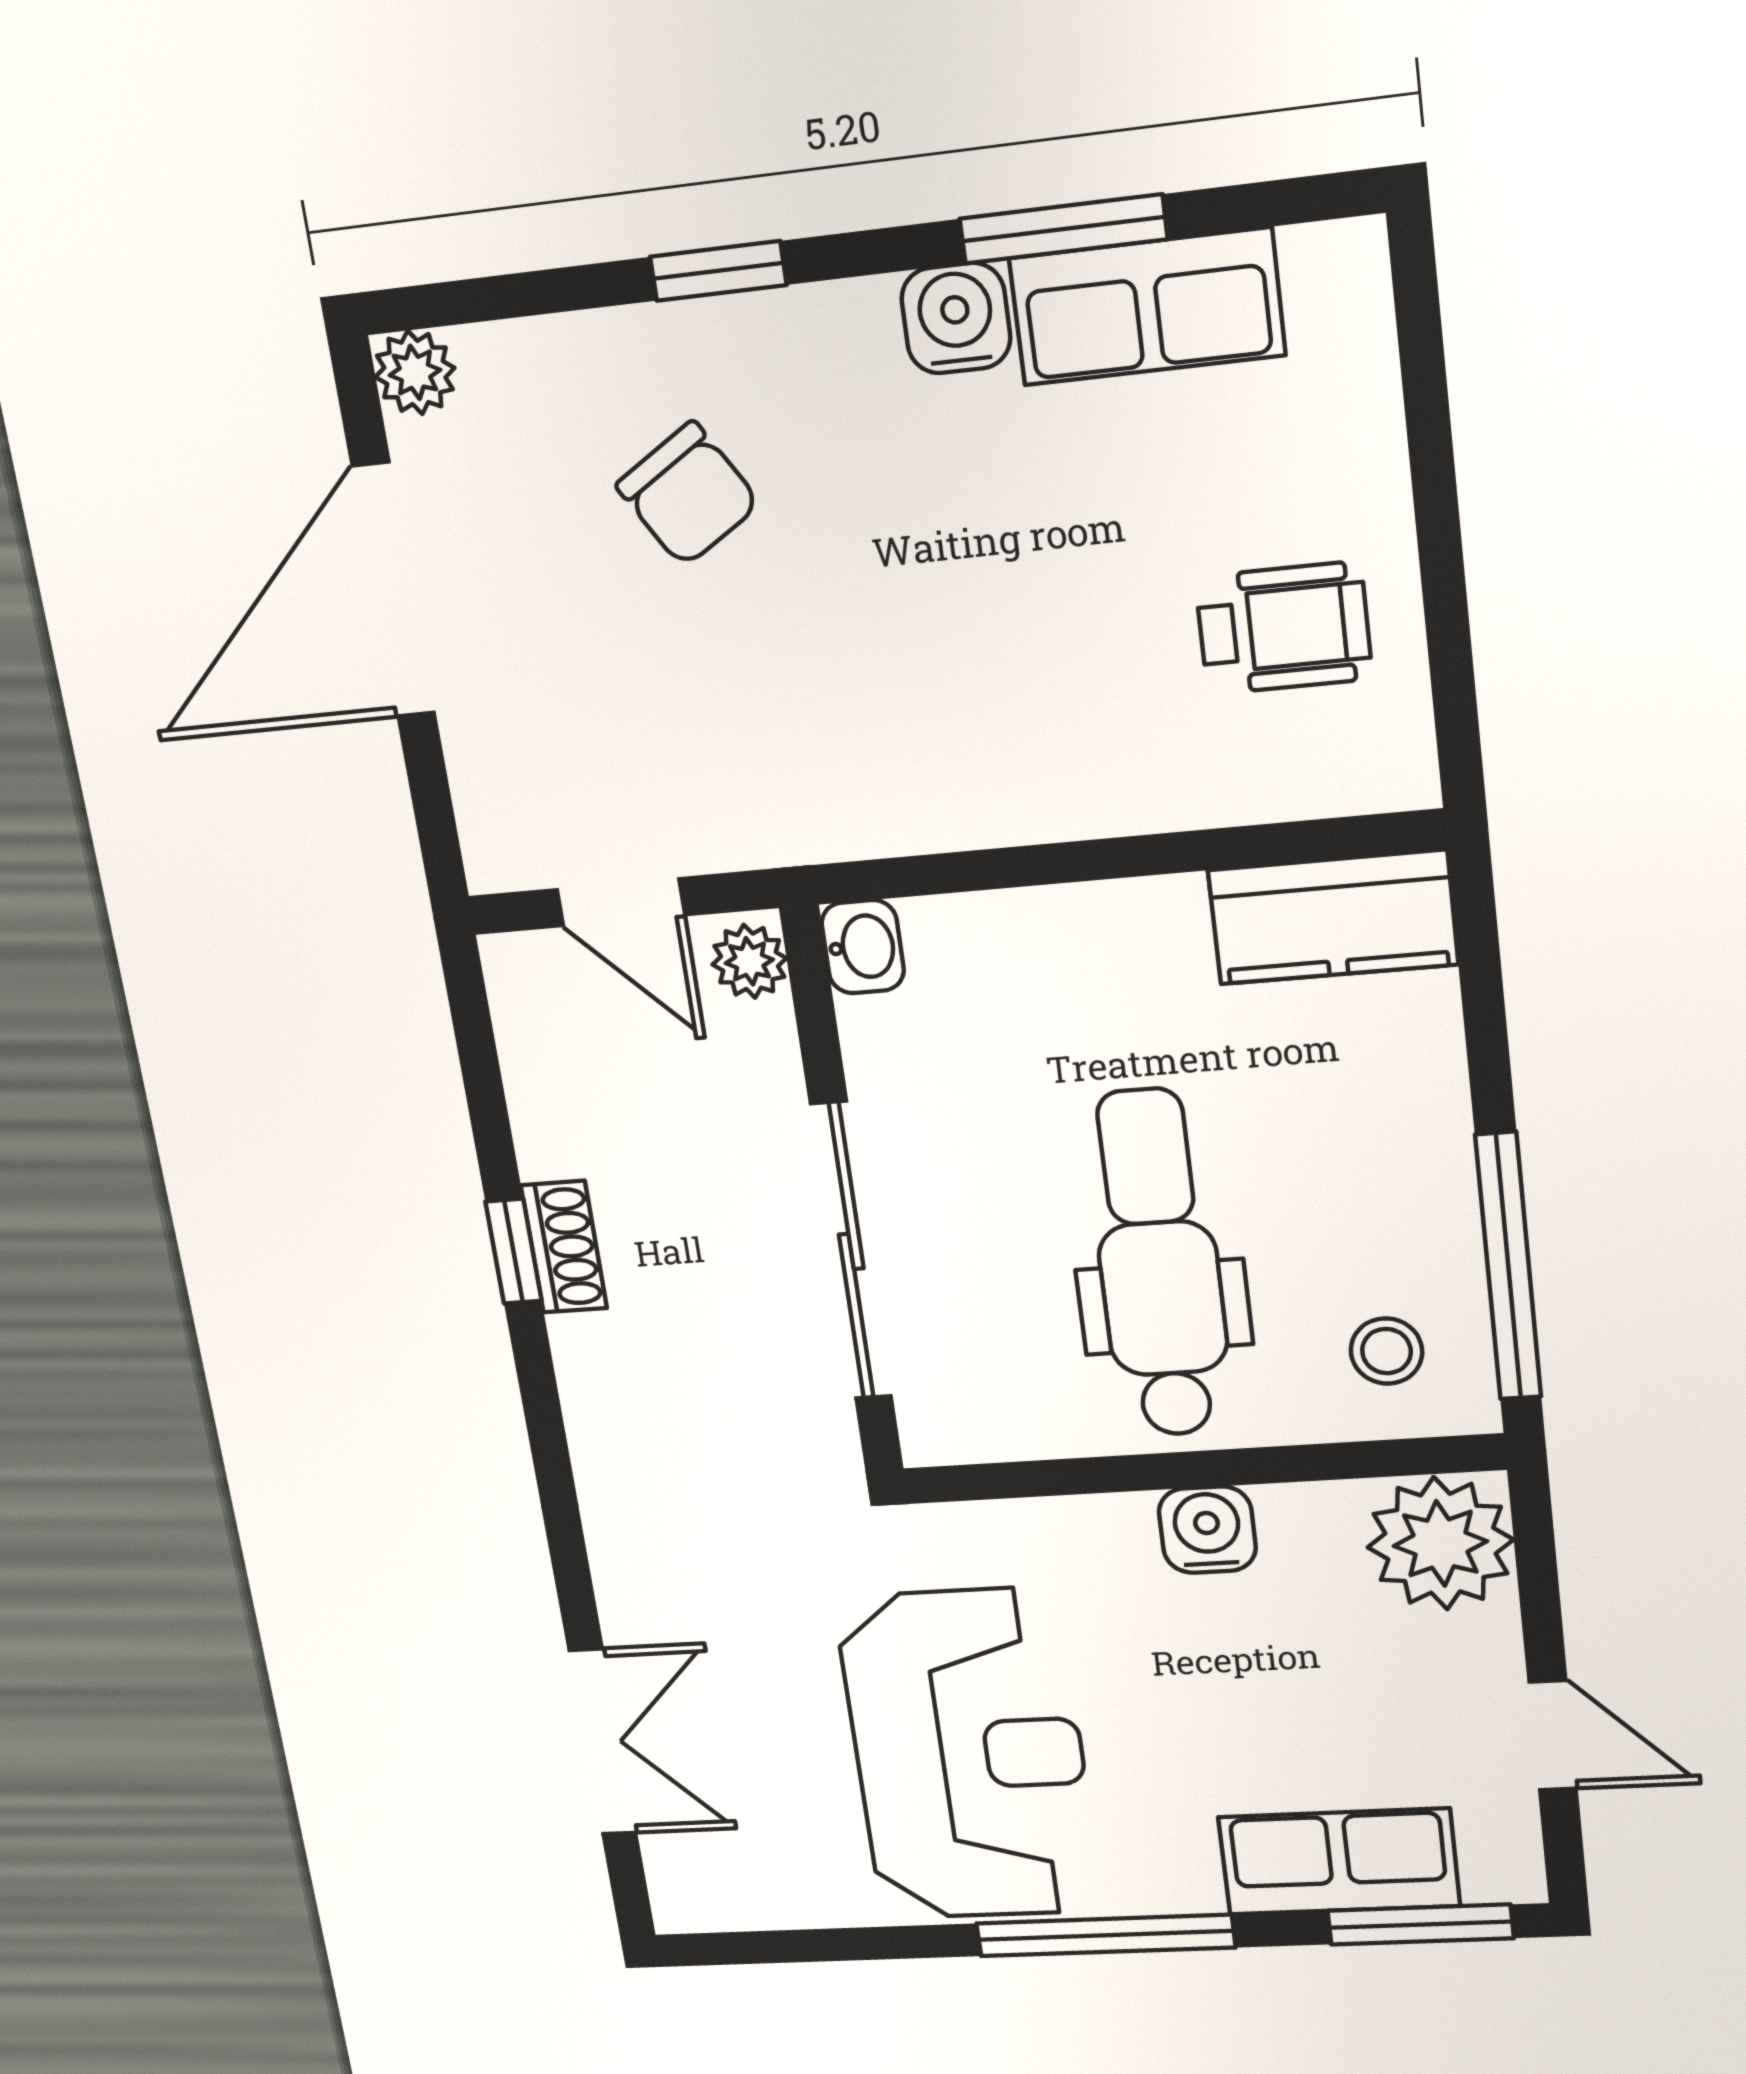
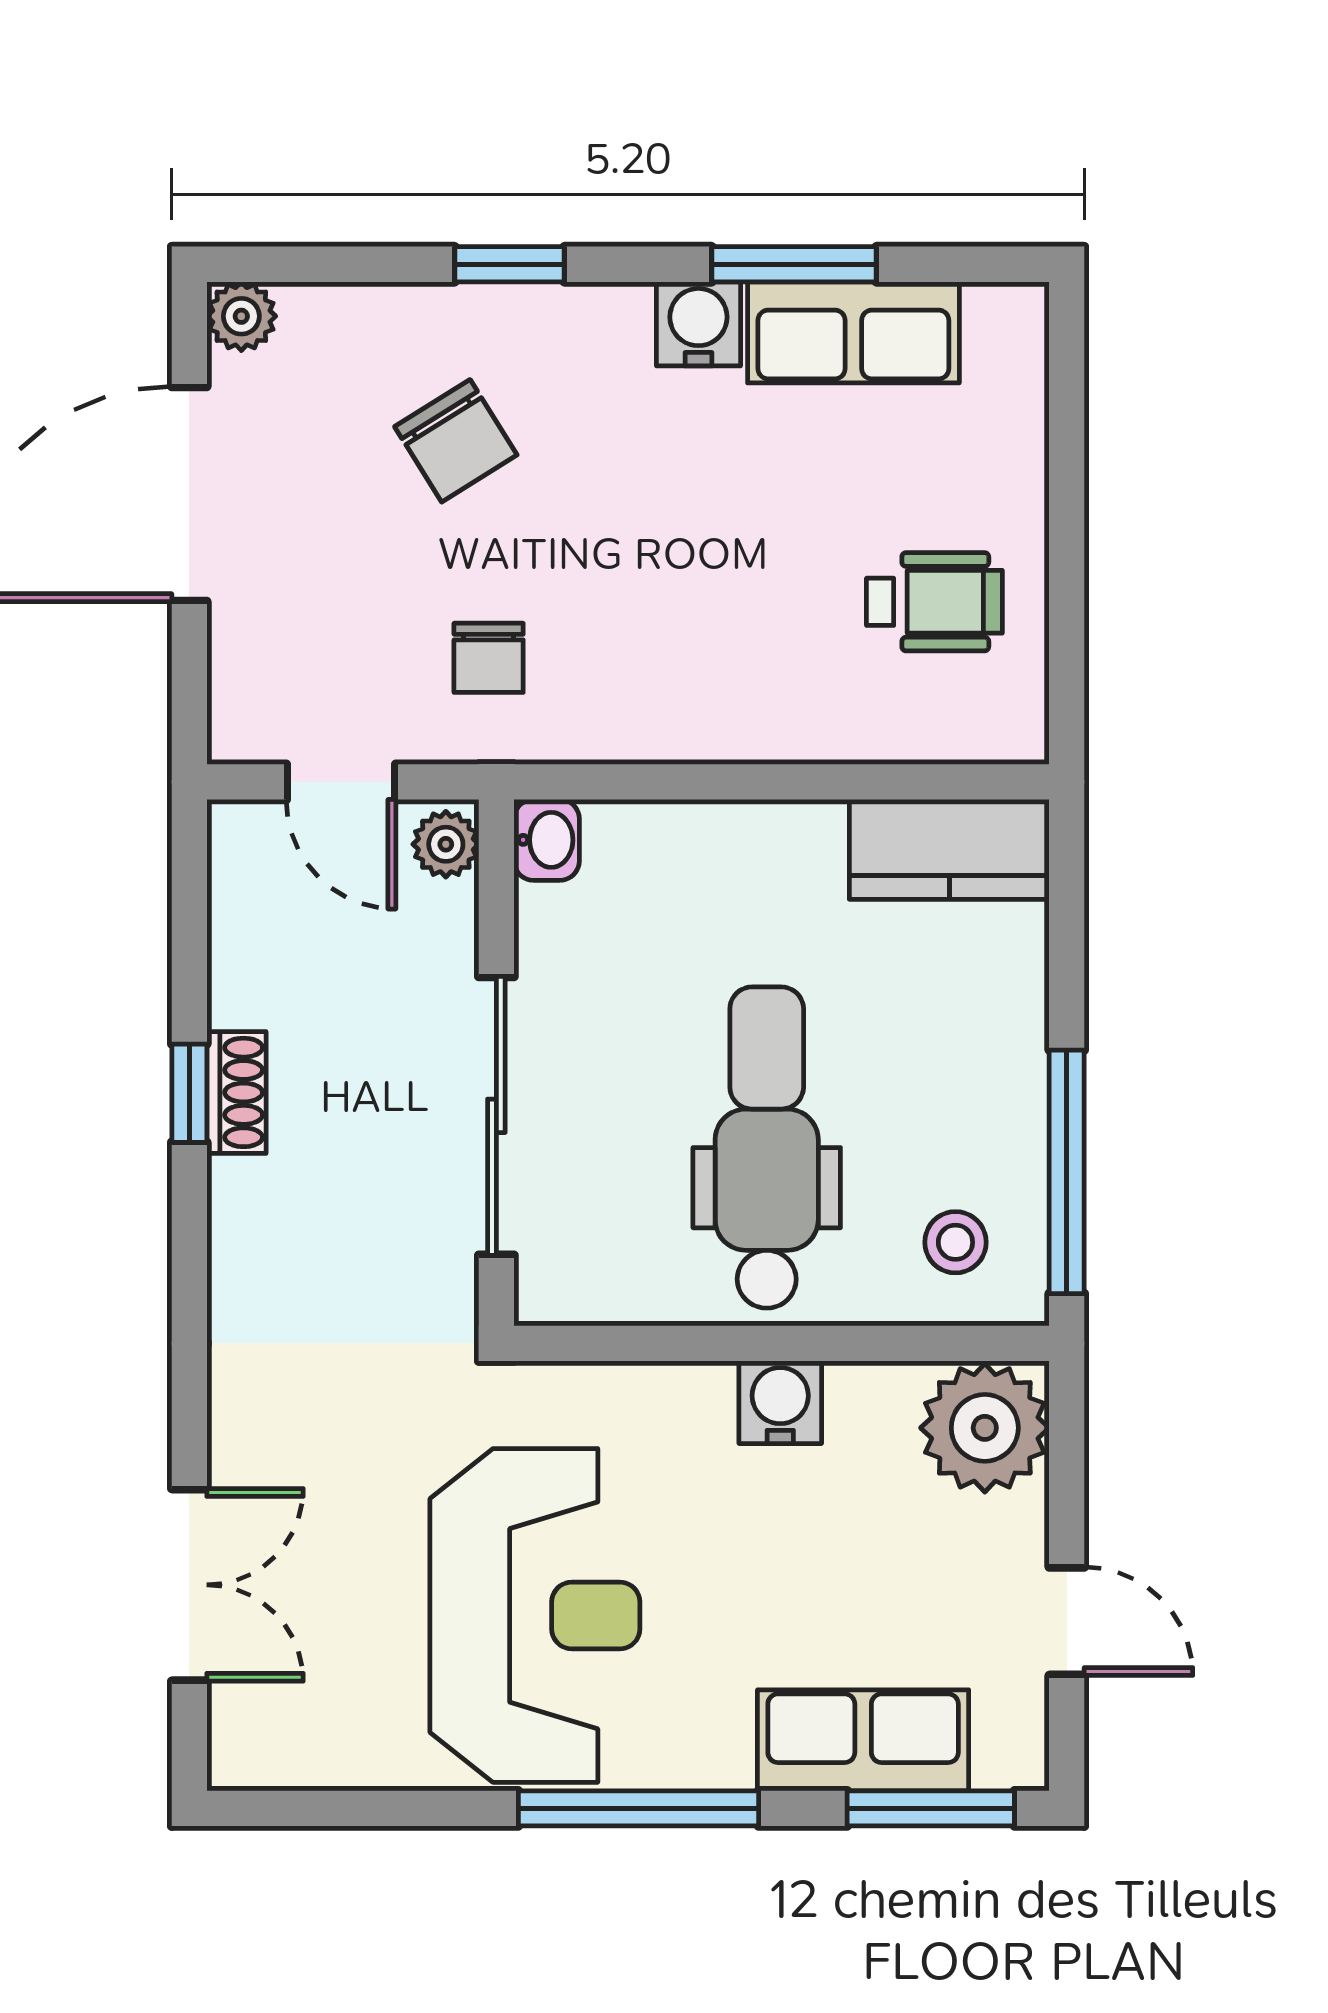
chair: (765, 746) -> (489, 658), added

